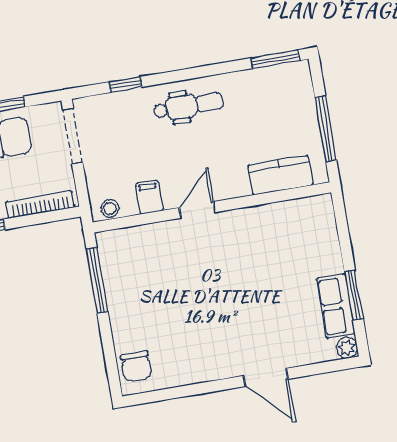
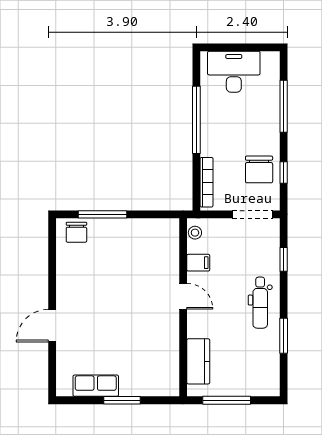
window: (275, 59) -> (284, 336), moved
window: (97, 280) -> (103, 214), moved
window: (354, 295) -> (122, 400), moved
plant: (347, 348) -> (64, 389), removed
chair: (136, 366) -> (76, 232), turned -90

